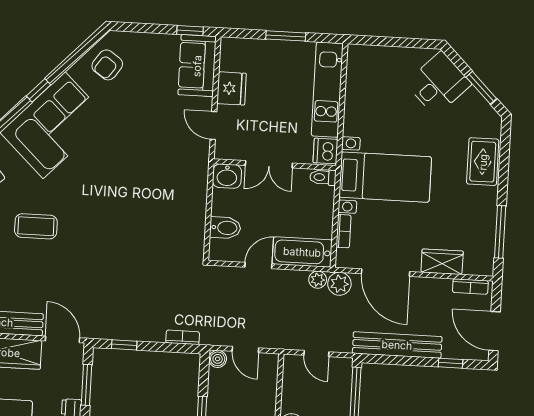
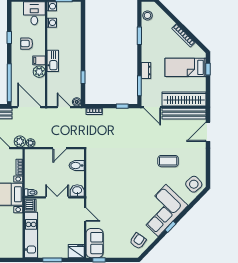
fridge: (232, 88) -> (76, 251), moved, turned 90
bathtub: (302, 252) -> (39, 156), removed
door: (316, 354) -> (29, 107), width x1.87

